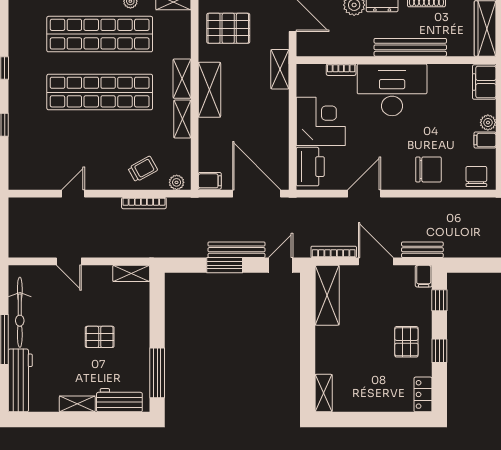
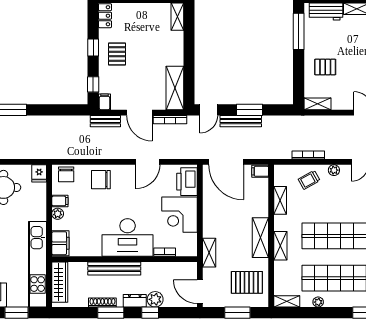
shelving: (182, 119) -> (280, 200), moved
plant: (177, 182) -> (334, 170), moved
pallet: (100, 337) -> (325, 67), moved

